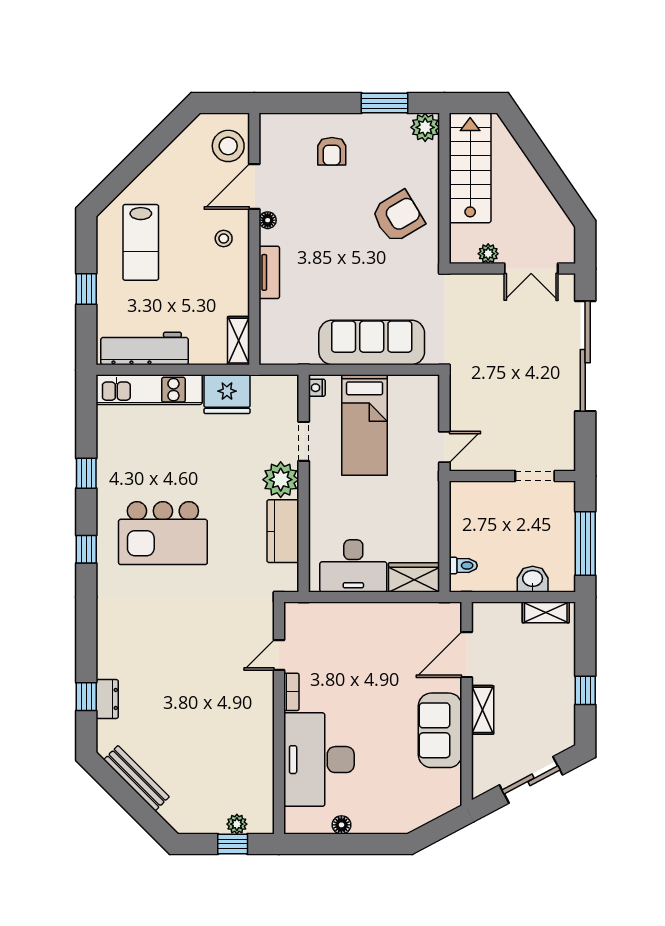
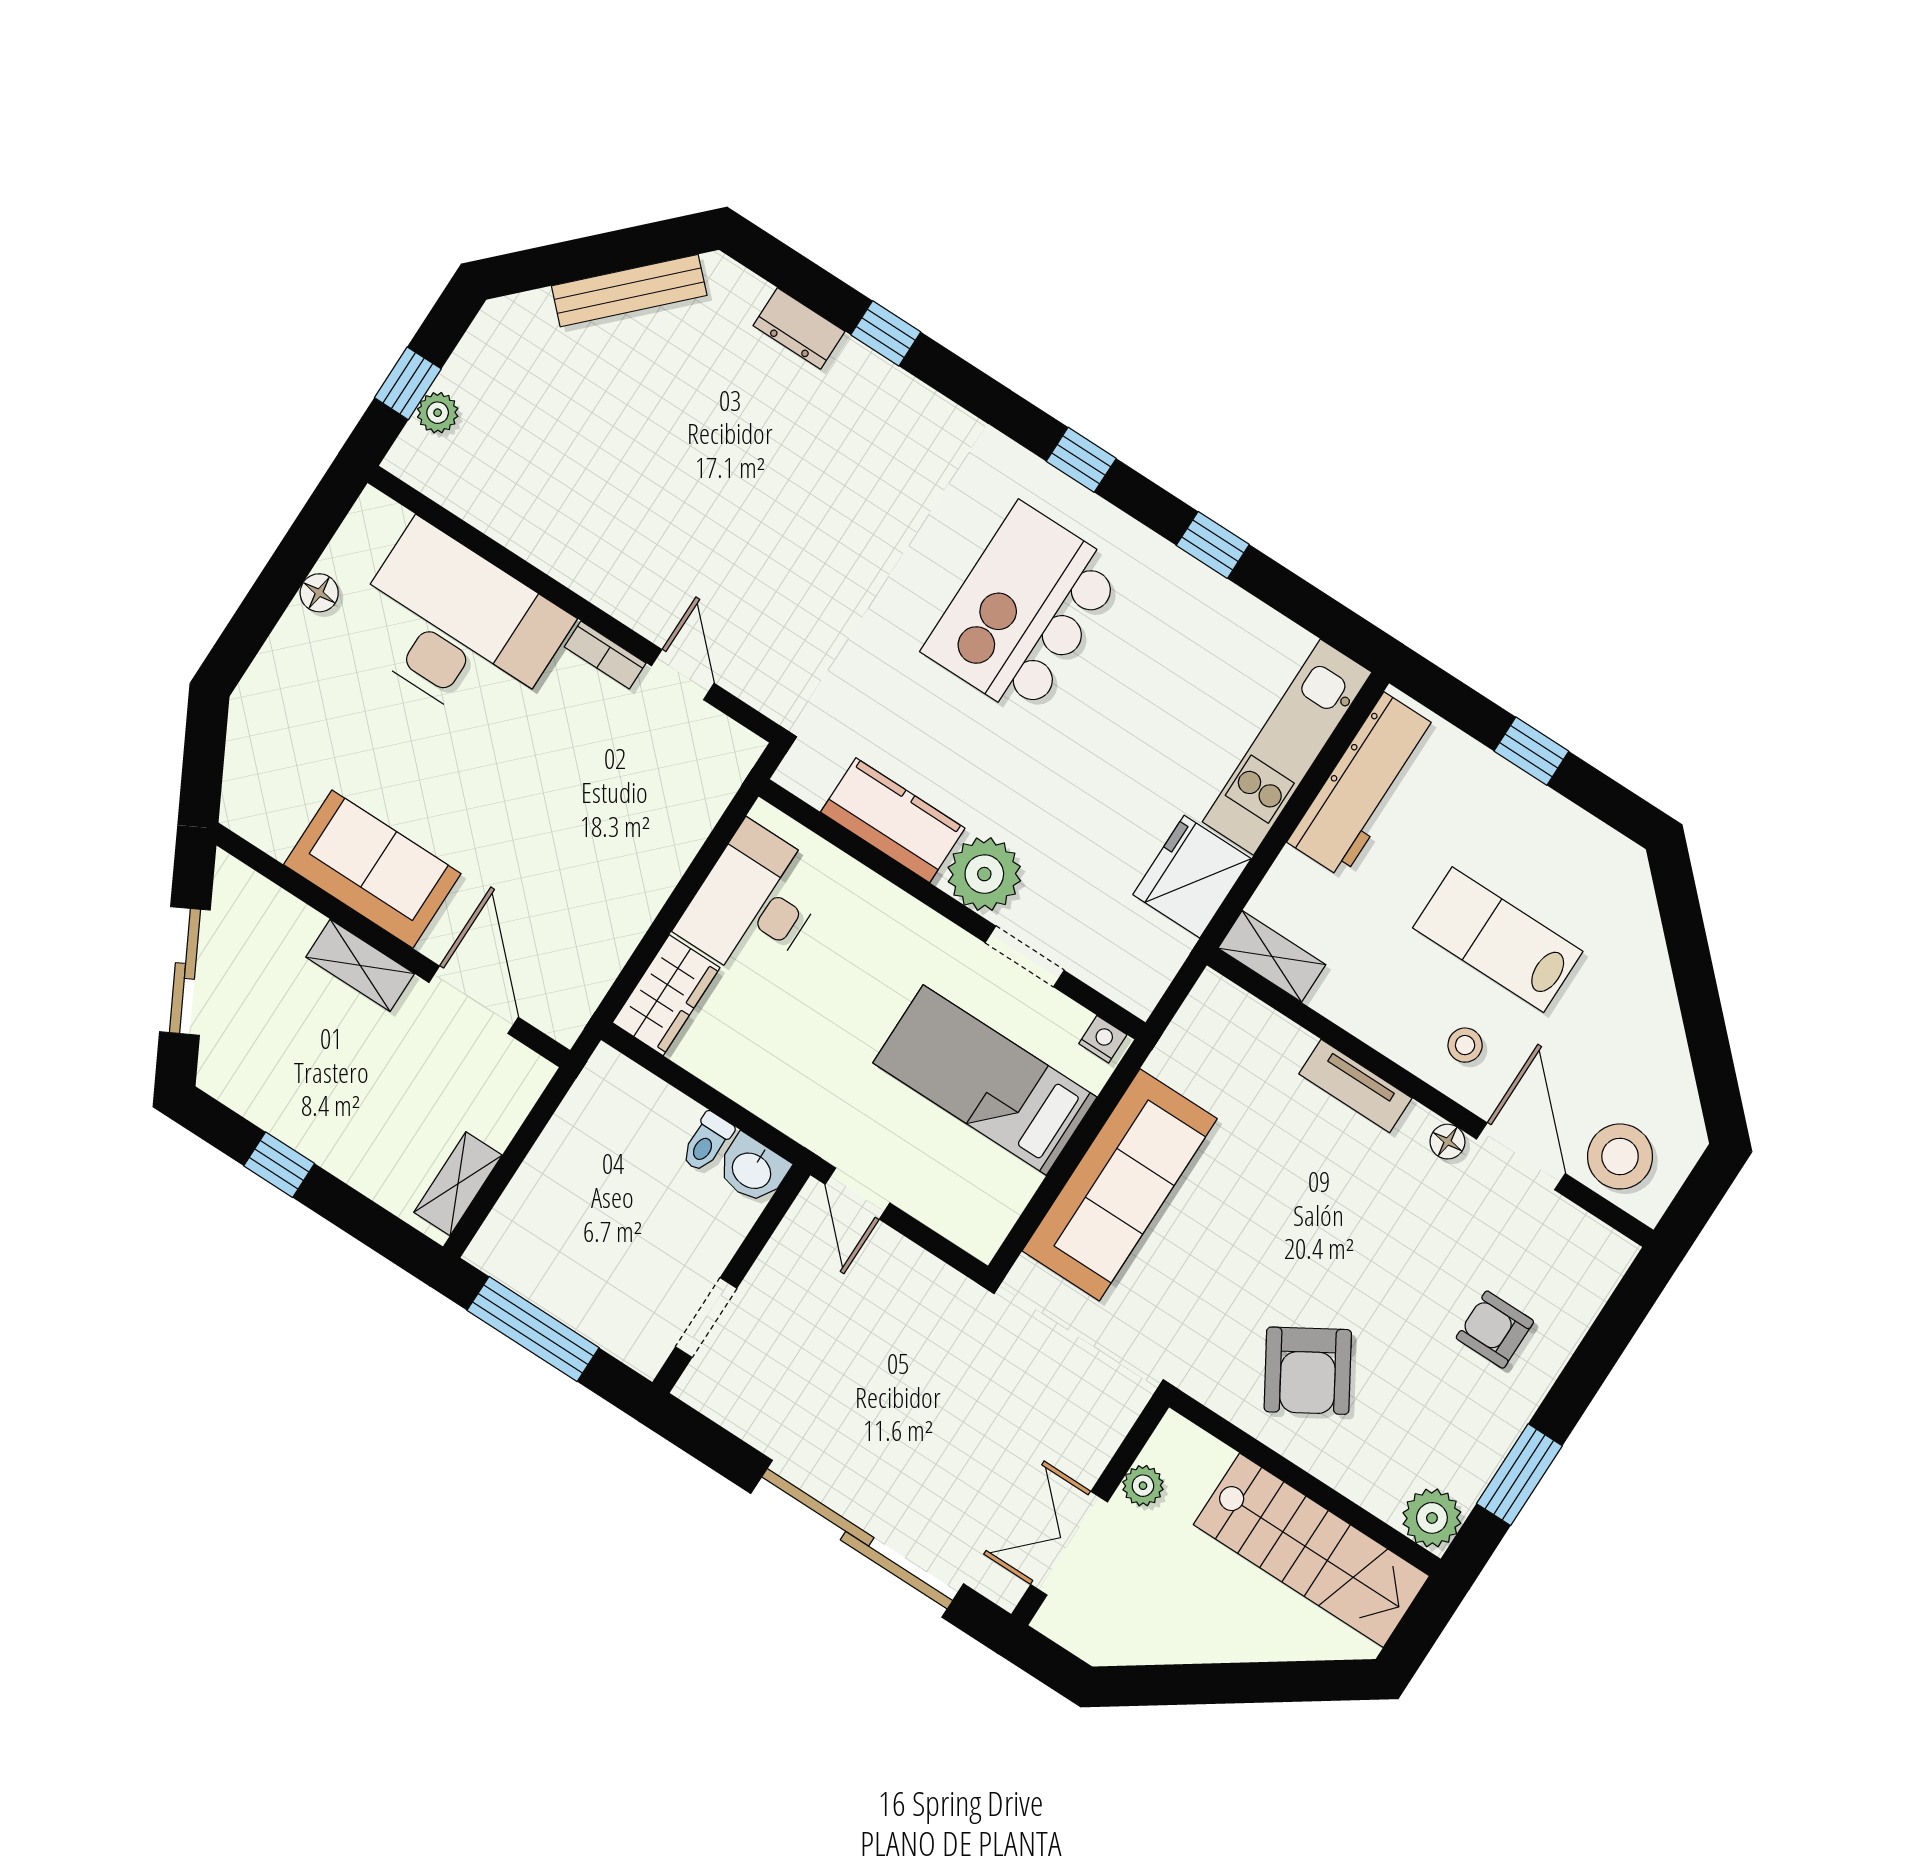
lab bench: (141, 242) -> (1498, 940), moved
toilet: (463, 566) -> (707, 1142), moved
washbasin: (533, 579) -> (752, 1169), moved, turned 90
window: (86, 697) -> (886, 333), moved

